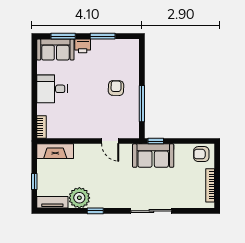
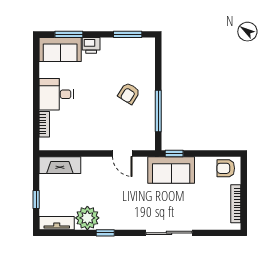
window: (103, 36) -> (128, 34), moved
armchair: (116, 88) -> (129, 93), turned -149
bookcase: (41, 127) -> (44, 124), moved

